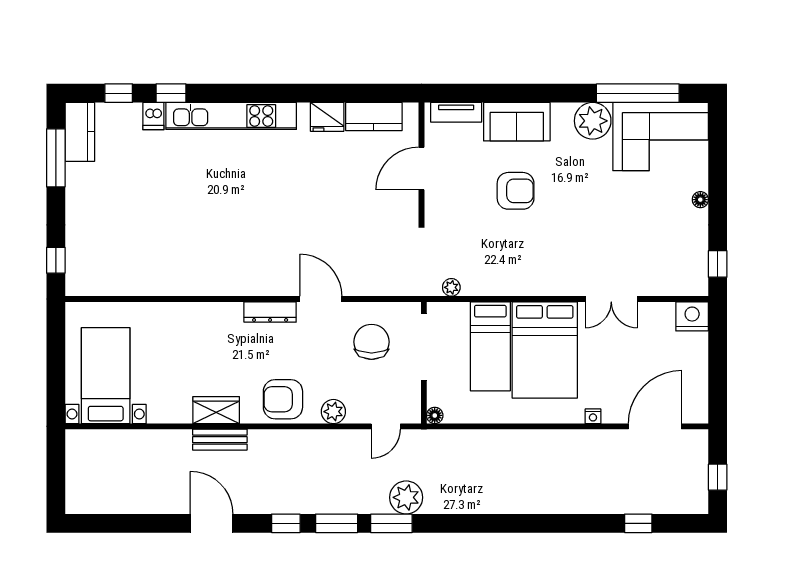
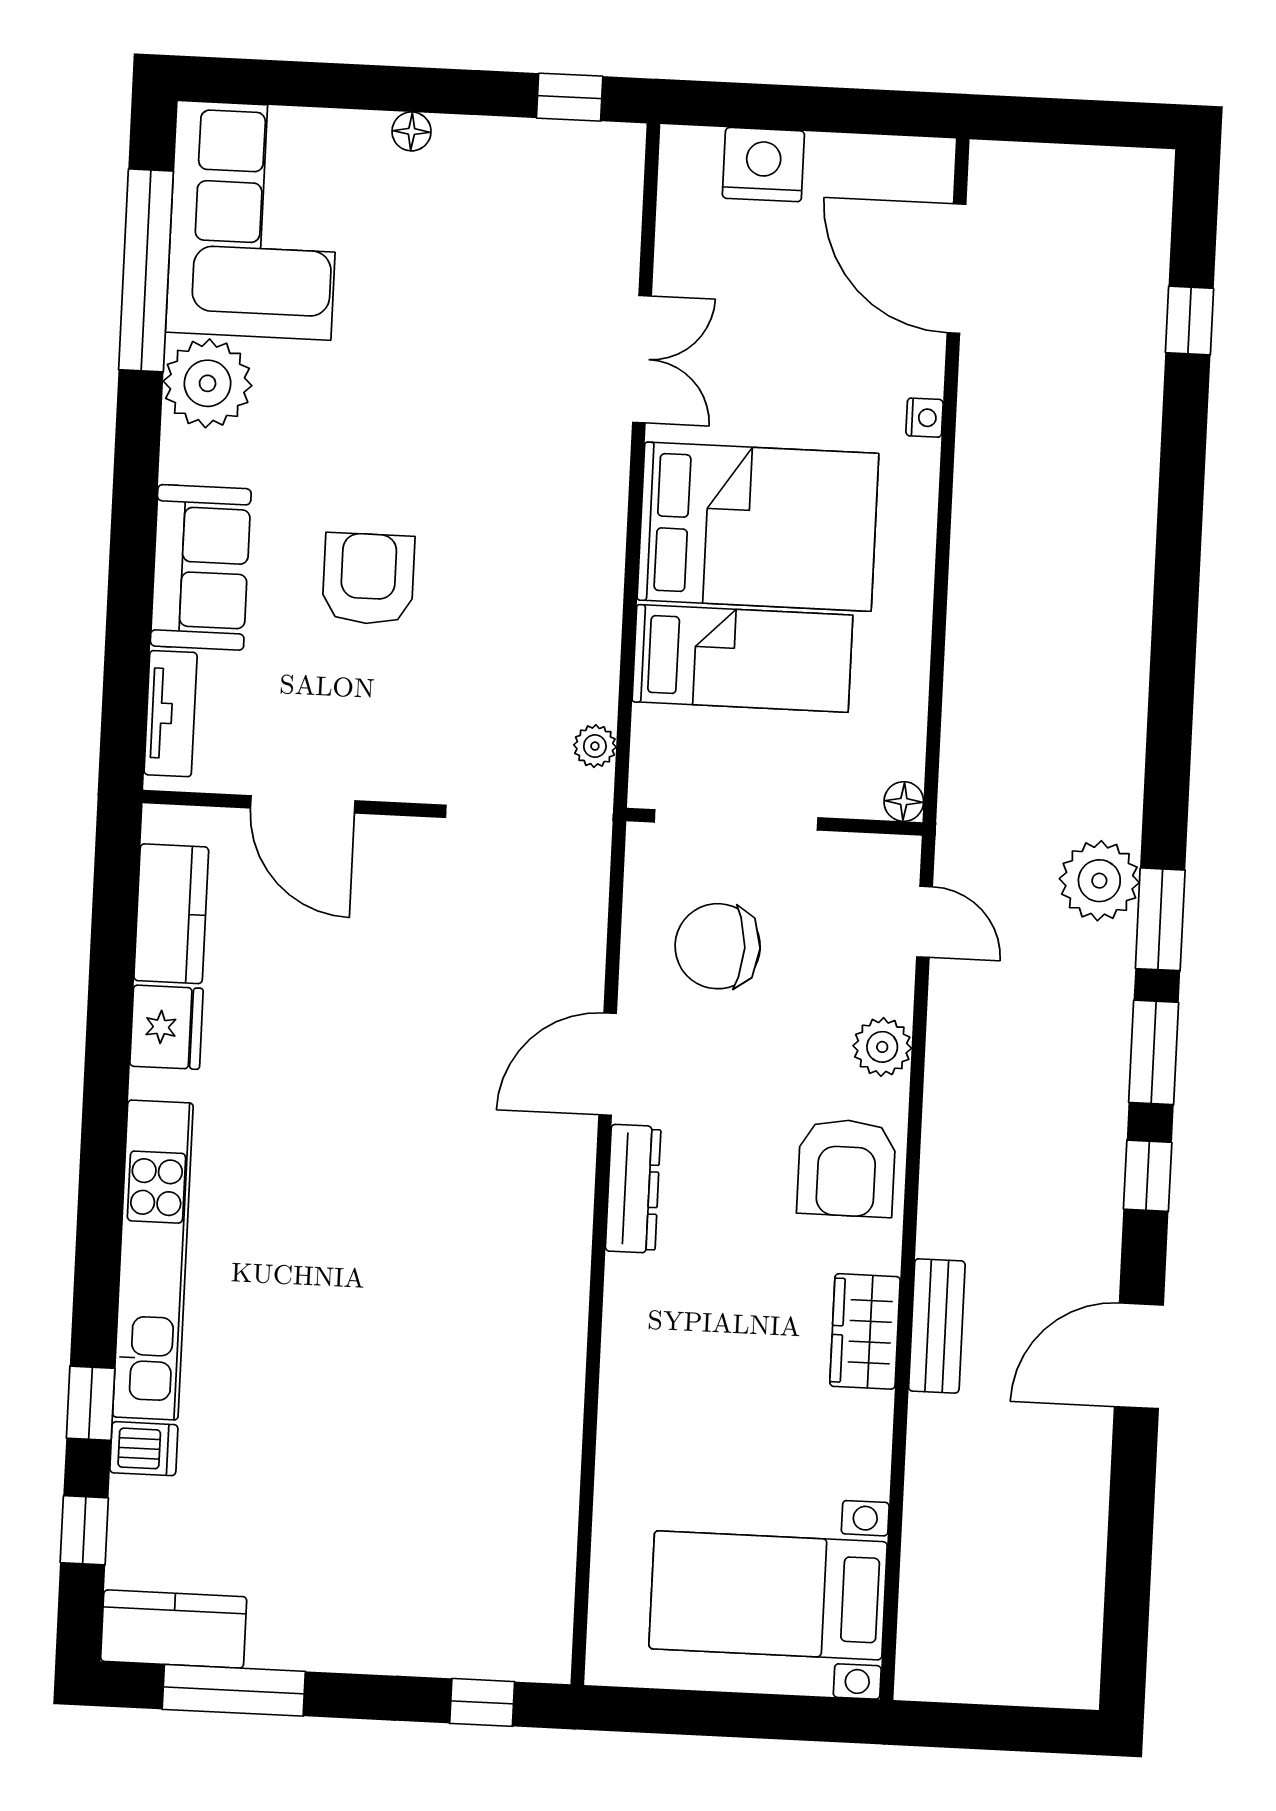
nightstand: (692, 316) -> (763, 165), moved, turned 90
window: (718, 477) -> (1087, 122), removed

